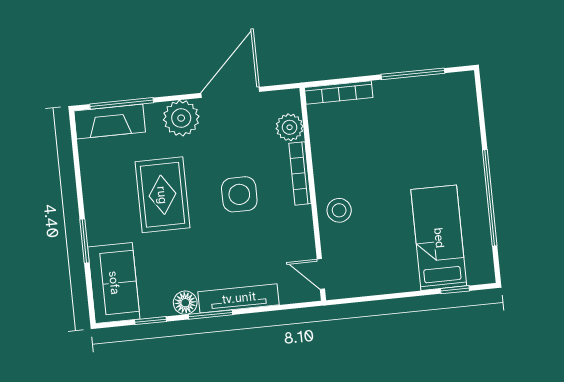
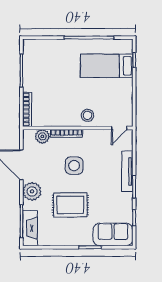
floor lamp: (185, 303) -> (127, 199), removed

